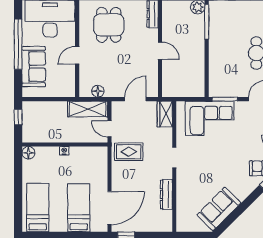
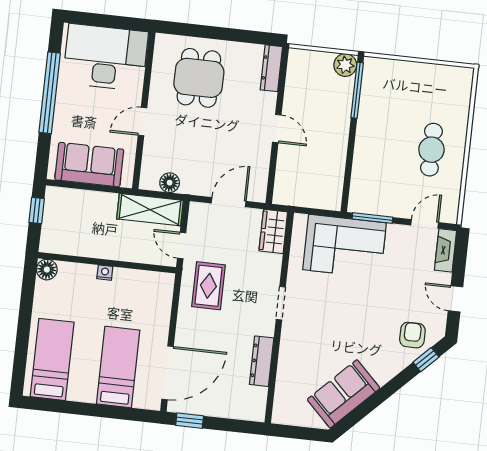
sofa: (34, 67) -> (89, 165), moved, turned -90
rug: (129, 152) -> (208, 286), turned 90

